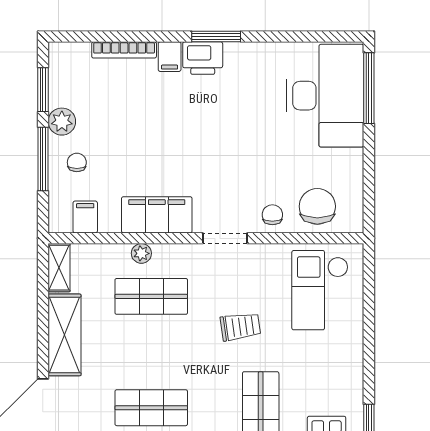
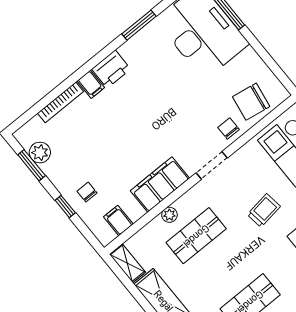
window: (216, 36) -> (139, 25), moved
plant: (62, 122) -> (40, 153), moved
window: (43, 159) -> (65, 206), width x0.46
chair: (317, 206) -> (251, 102), turned -81

